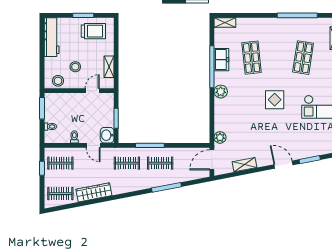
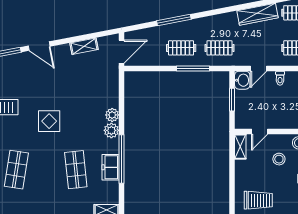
trolley: (93, 31) -> (258, 200), turned 180
shelving: (109, 67) -> (240, 147), moved
plant: (220, 137) -> (112, 115), moved
door: (93, 145) -> (258, 68), swing flipped

